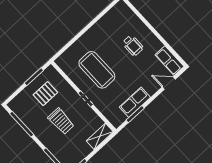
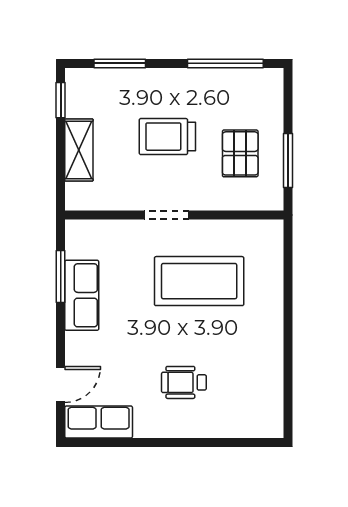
shelving: (100, 136) -> (79, 150), moved

